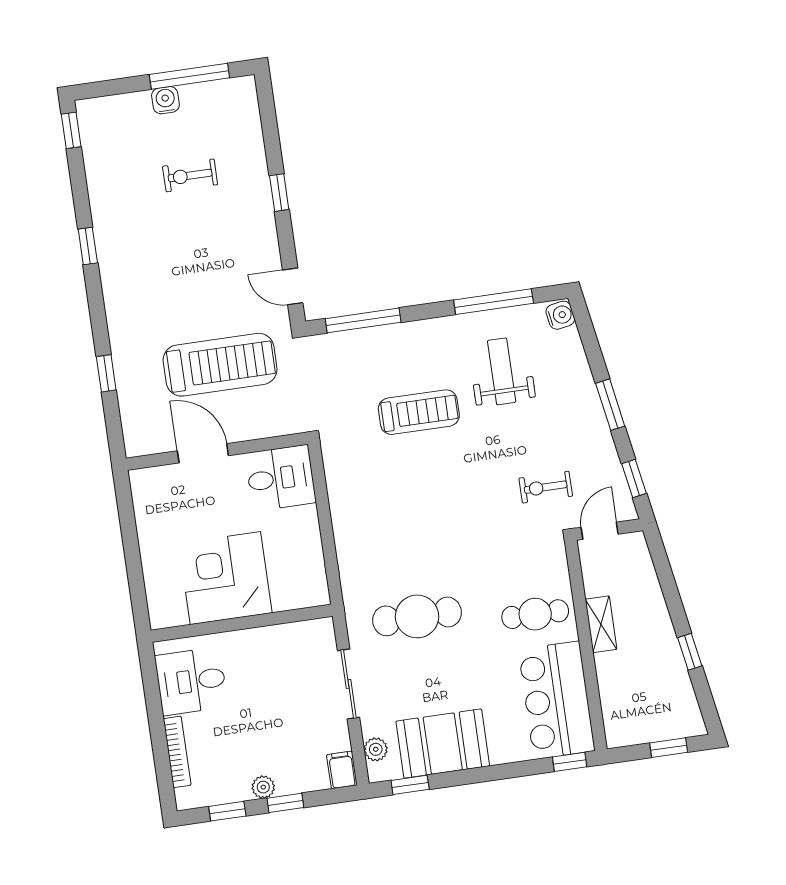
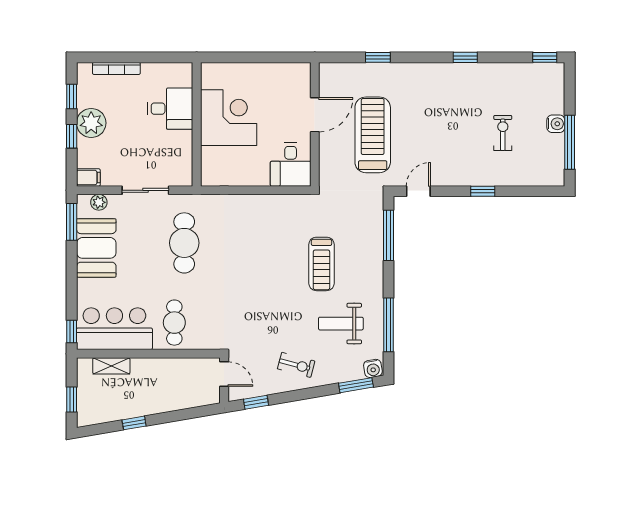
treadmill: (220, 365) -> (373, 135), turned 180
weight bench: (502, 371) -> (341, 324), turned 180
window: (610, 405) -> (356, 385), moved
exercise bike: (546, 487) -> (296, 365), moved, turned 105
shelving: (601, 624) -> (111, 366), moved
desk: (191, 681) -> (170, 109), moved, turned 90
window: (410, 785) -> (72, 222), width x1.50
plant: (263, 787) -> (91, 123), width x1.88, depth x1.88

